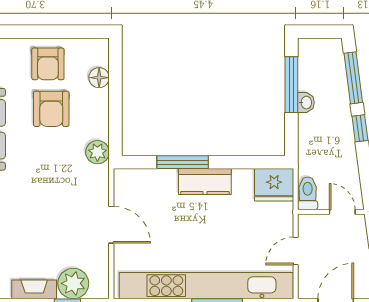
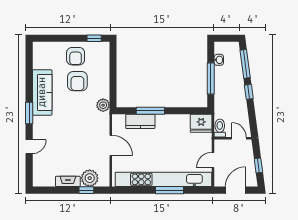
window: (81, 32) -> (94, 38), added
floor lamp: (99, 78) -> (104, 64), removed
window: (291, 85) -> (211, 78), moved
washbasin: (306, 103) -> (219, 60), moved
kitchen counter: (205, 181) -> (140, 121), moved

